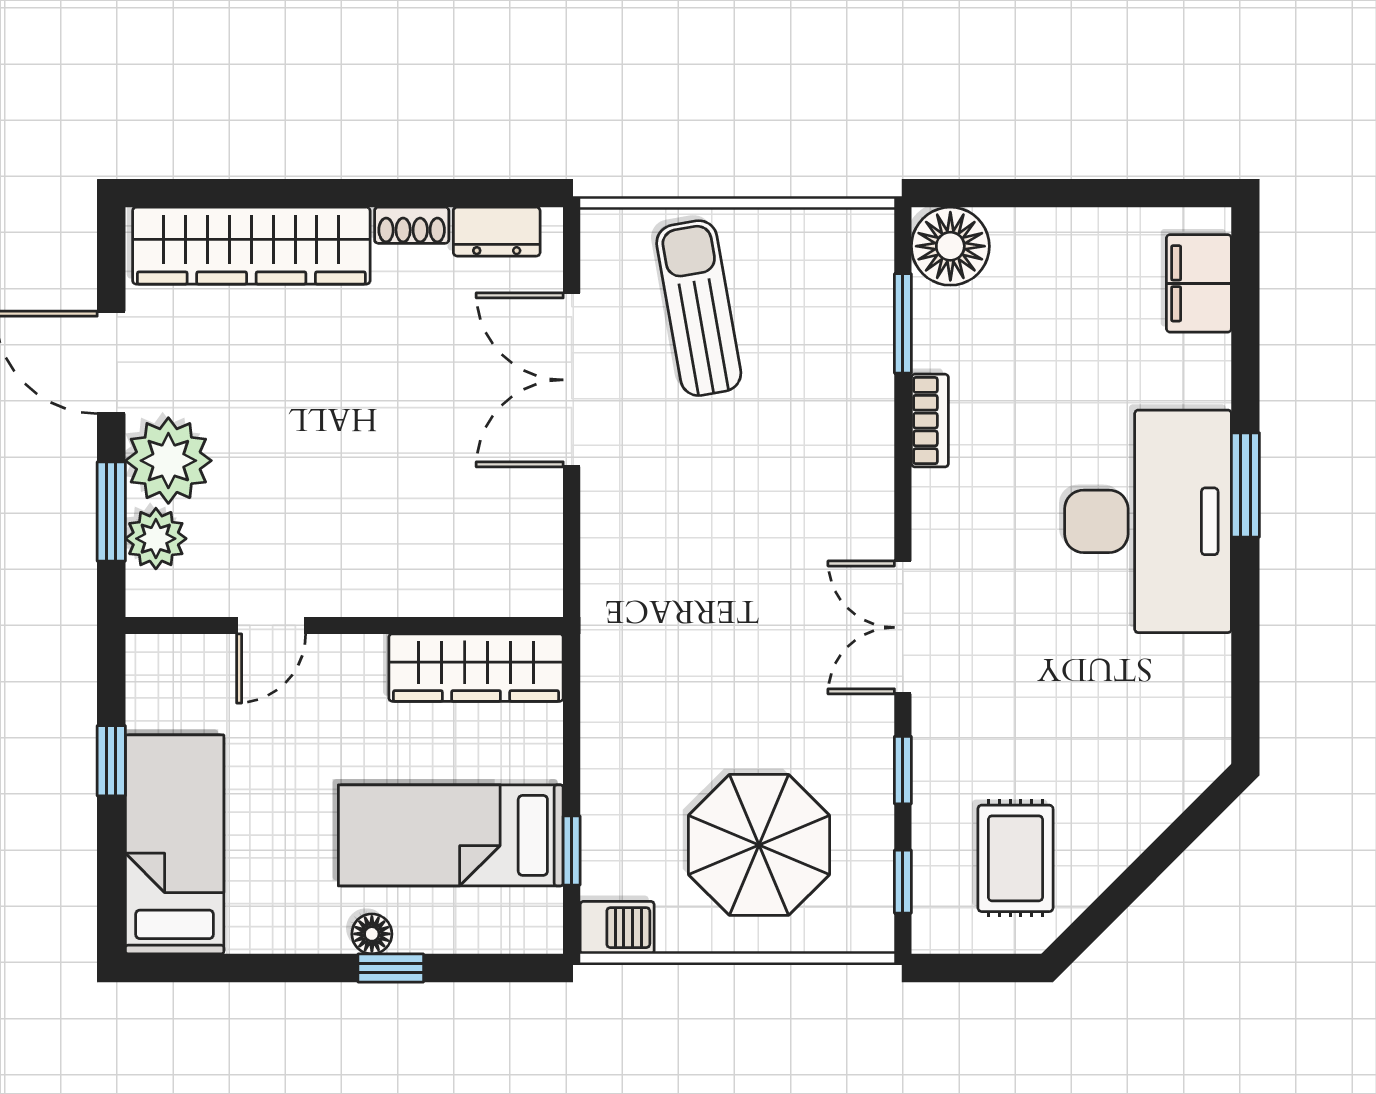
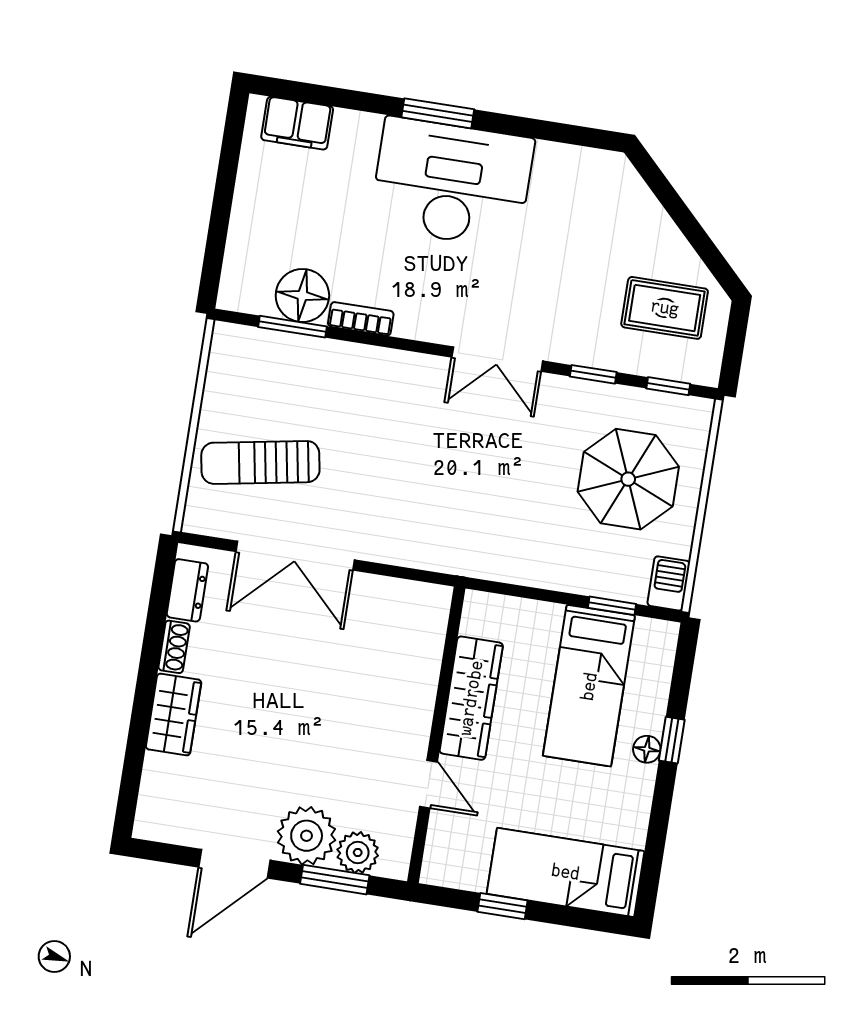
wardrobe: (251, 246) -> (174, 715), width x0.48, depth x0.85
floor lamp: (950, 246) -> (302, 296), moved
wardrobe: (476, 668) -> (471, 698), moved

